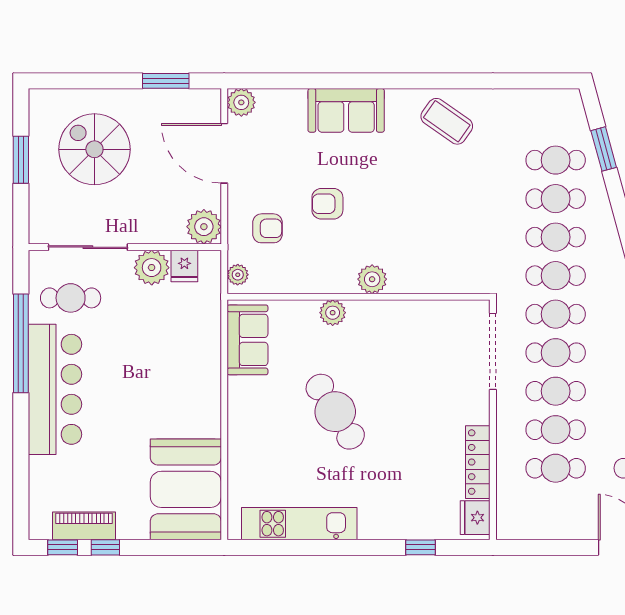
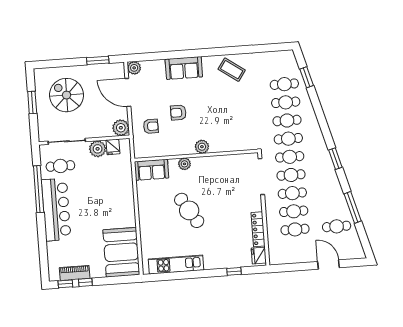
plant: (238, 275) -> (138, 149), removed
sofa: (247, 340) -> (152, 170), moved, turned 90

